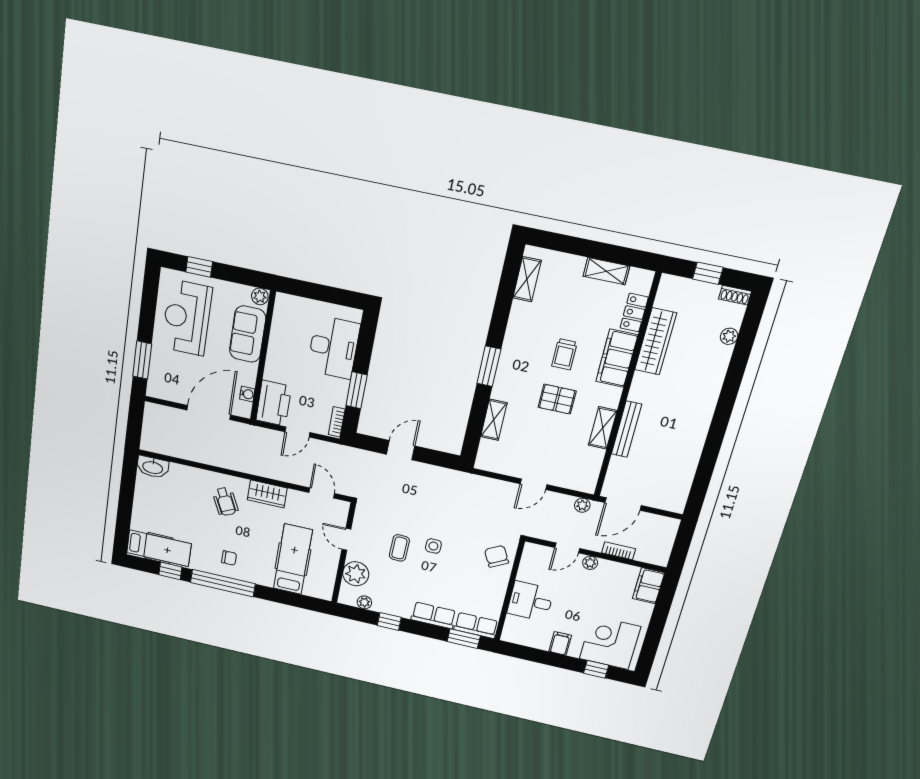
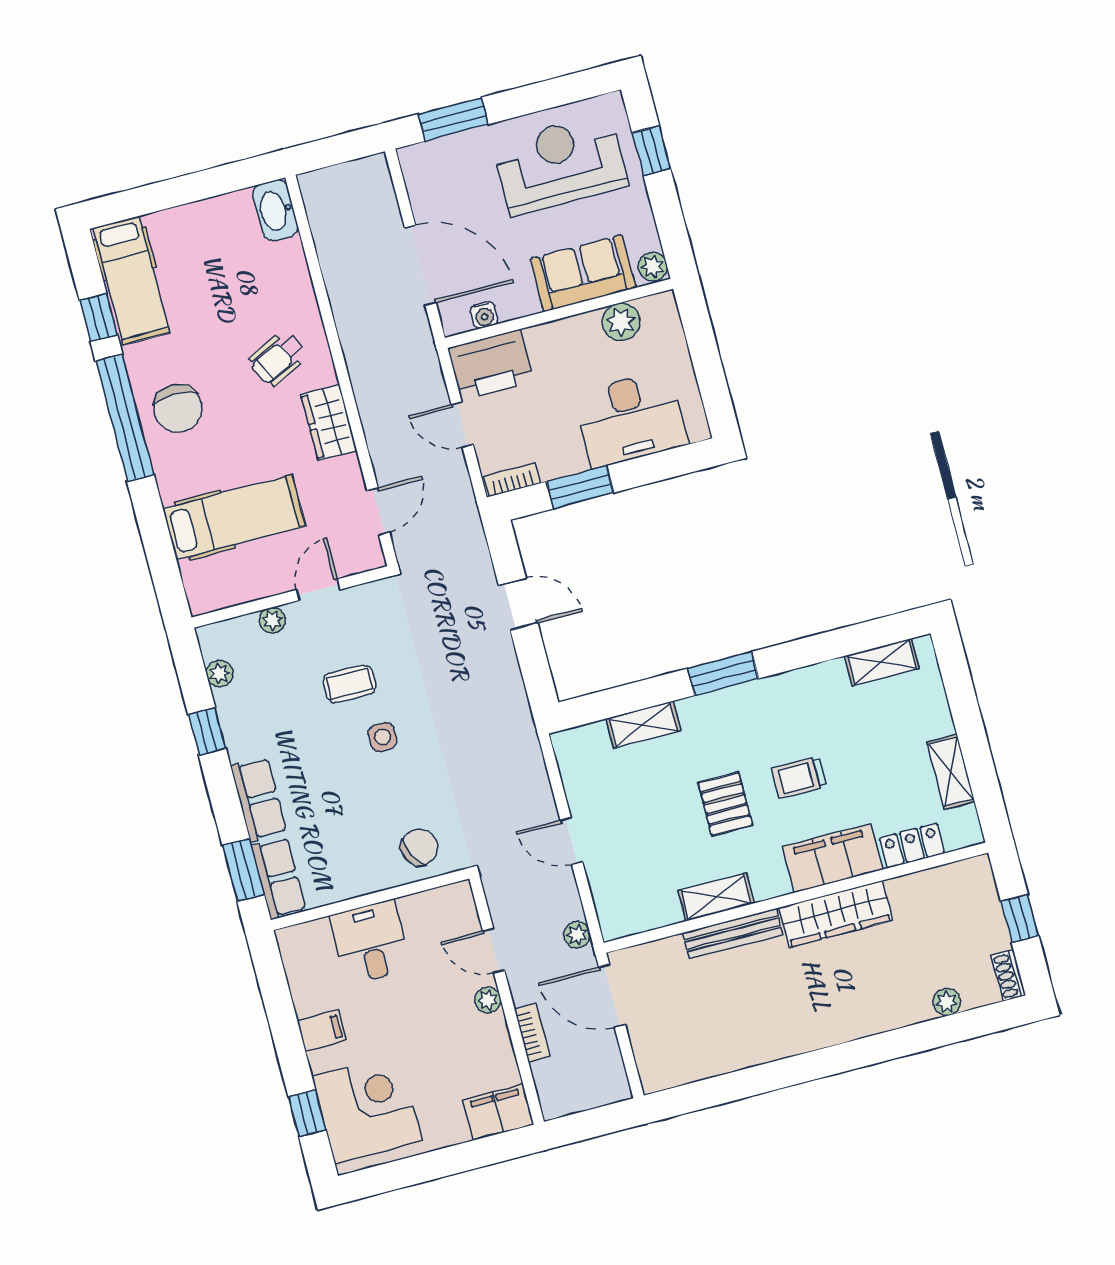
plant: (281, 327) -> (621, 322), added
wardrobe: (656, 341) -> (836, 914), moved
chair: (229, 558) -> (178, 409), width x1.87, depth x1.87
plant: (356, 574) -> (272, 620), width x0.53, depth x0.53

